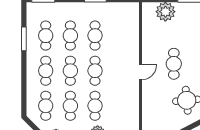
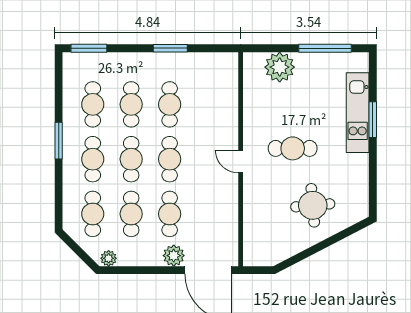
window: (24, 39) -> (59, 141), moved
cafe table: (174, 64) -> (293, 148), turned 90
door: (140, 72) -> (241, 162), swing flipped

